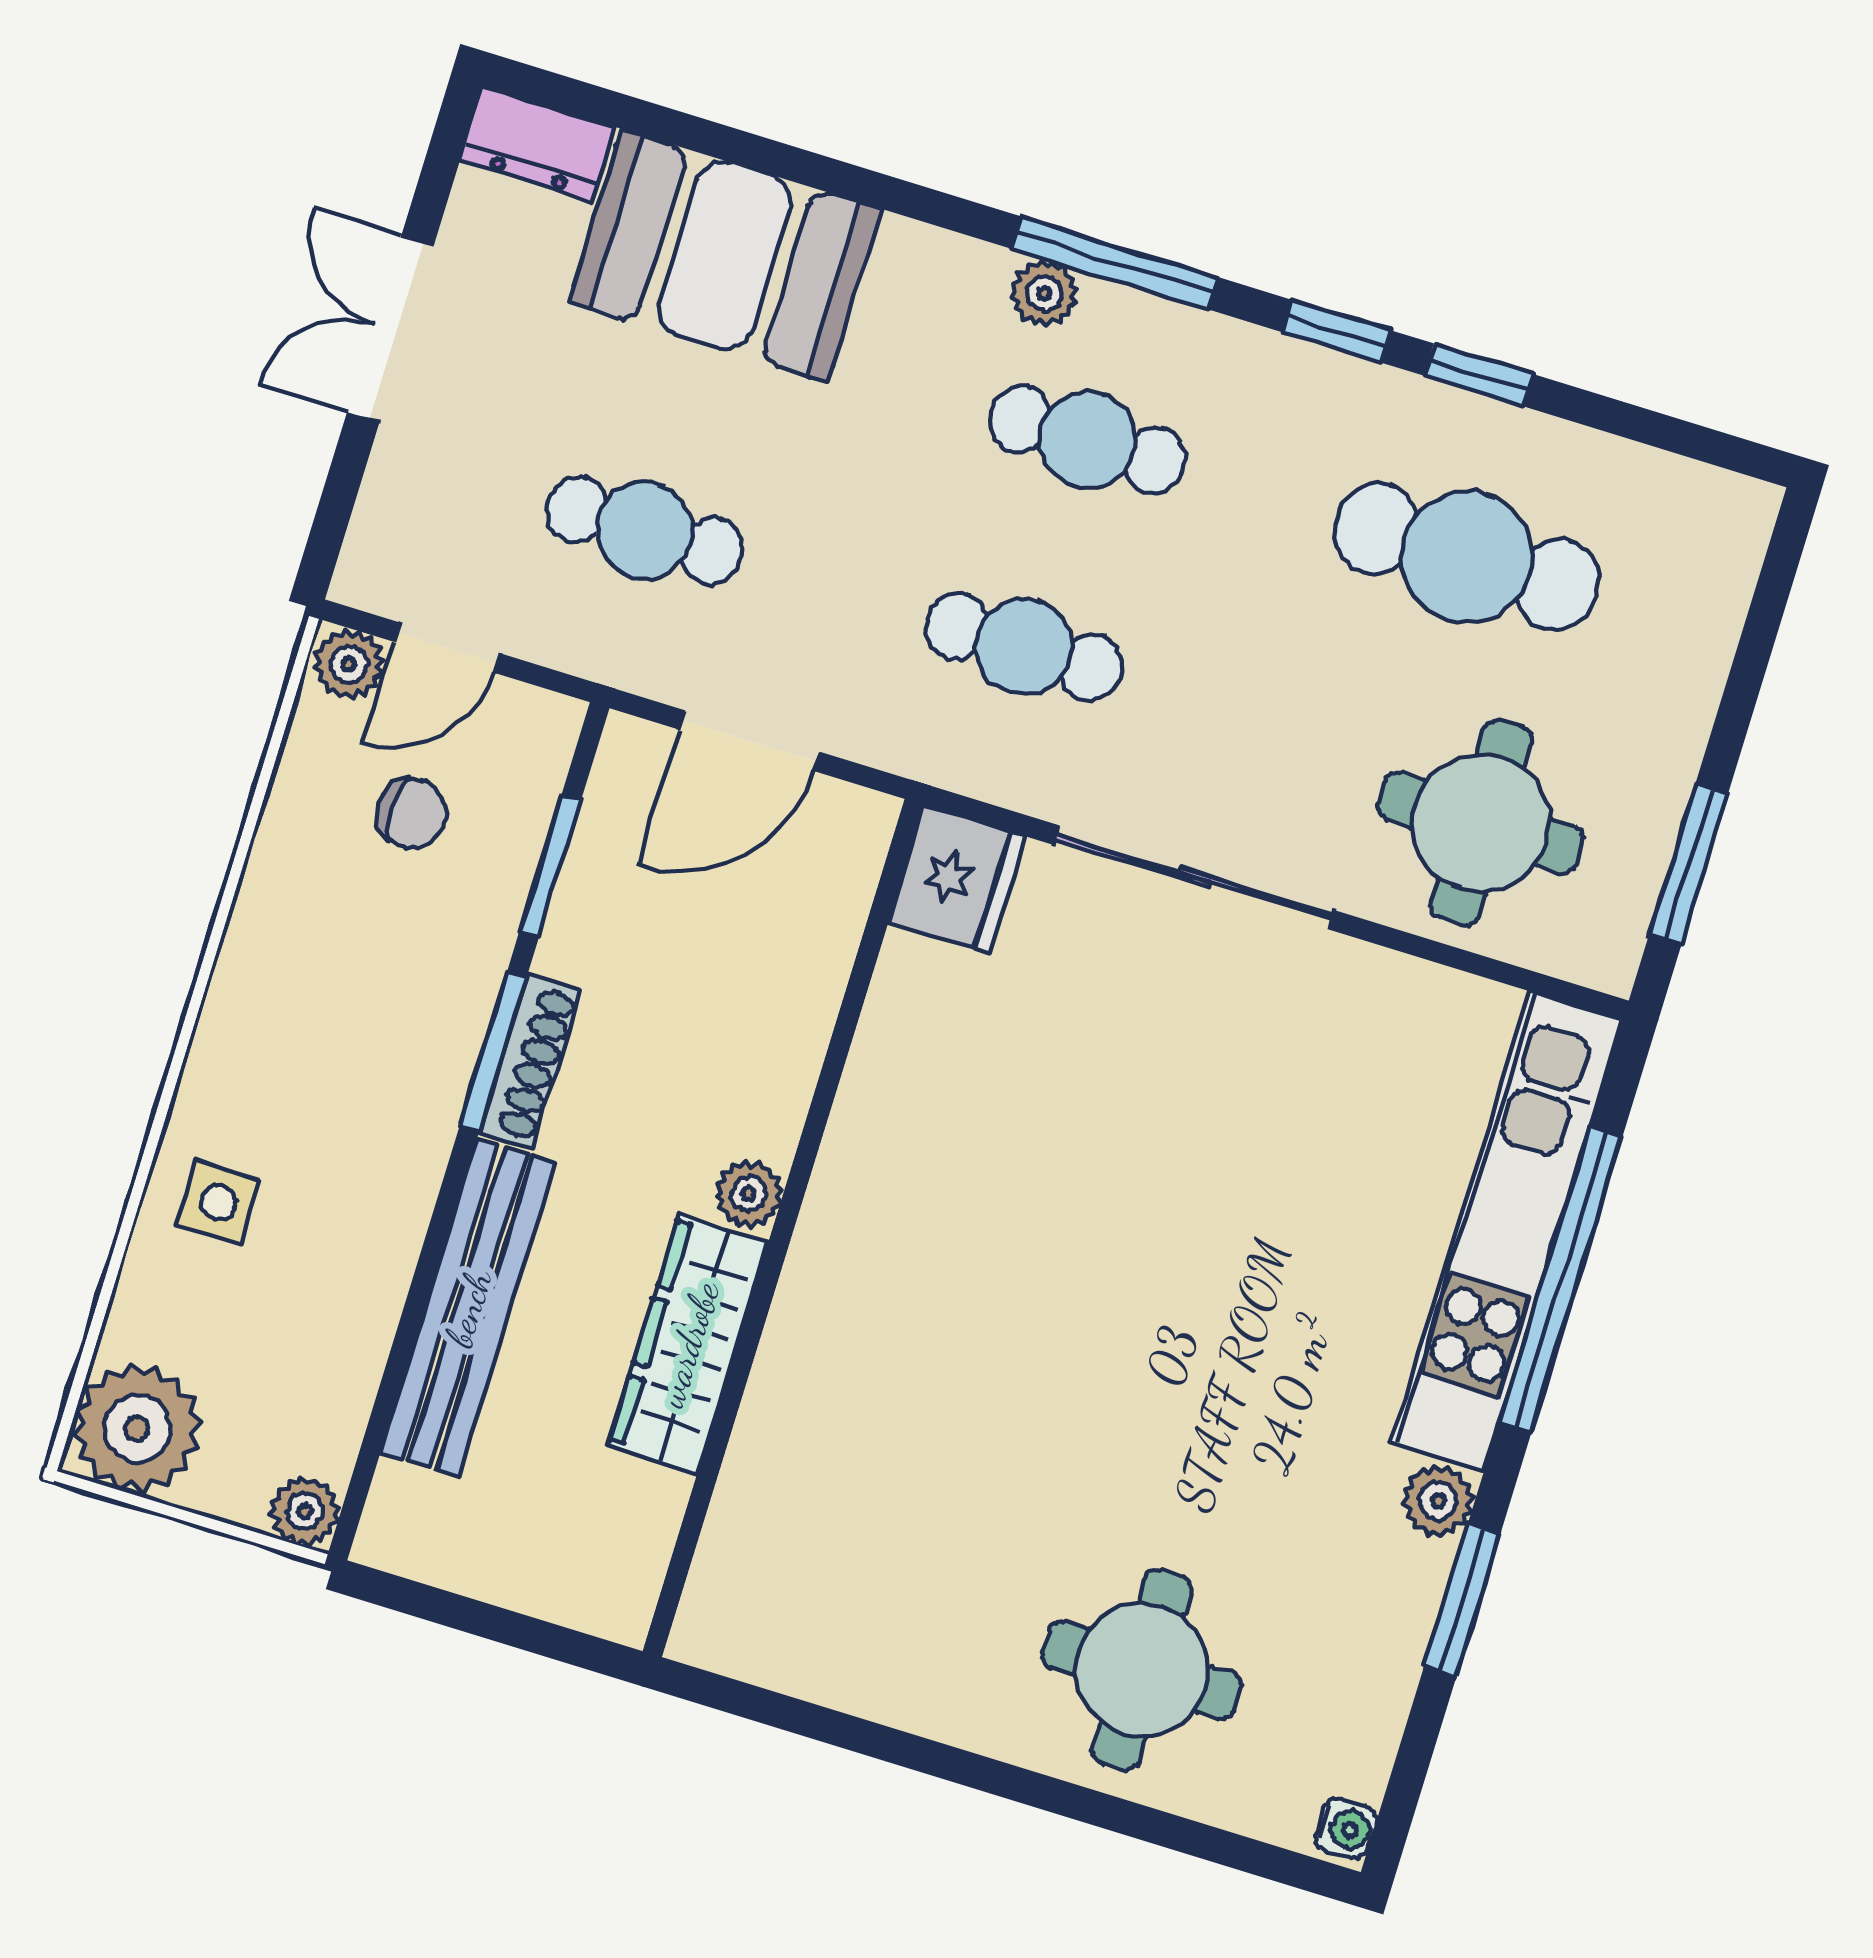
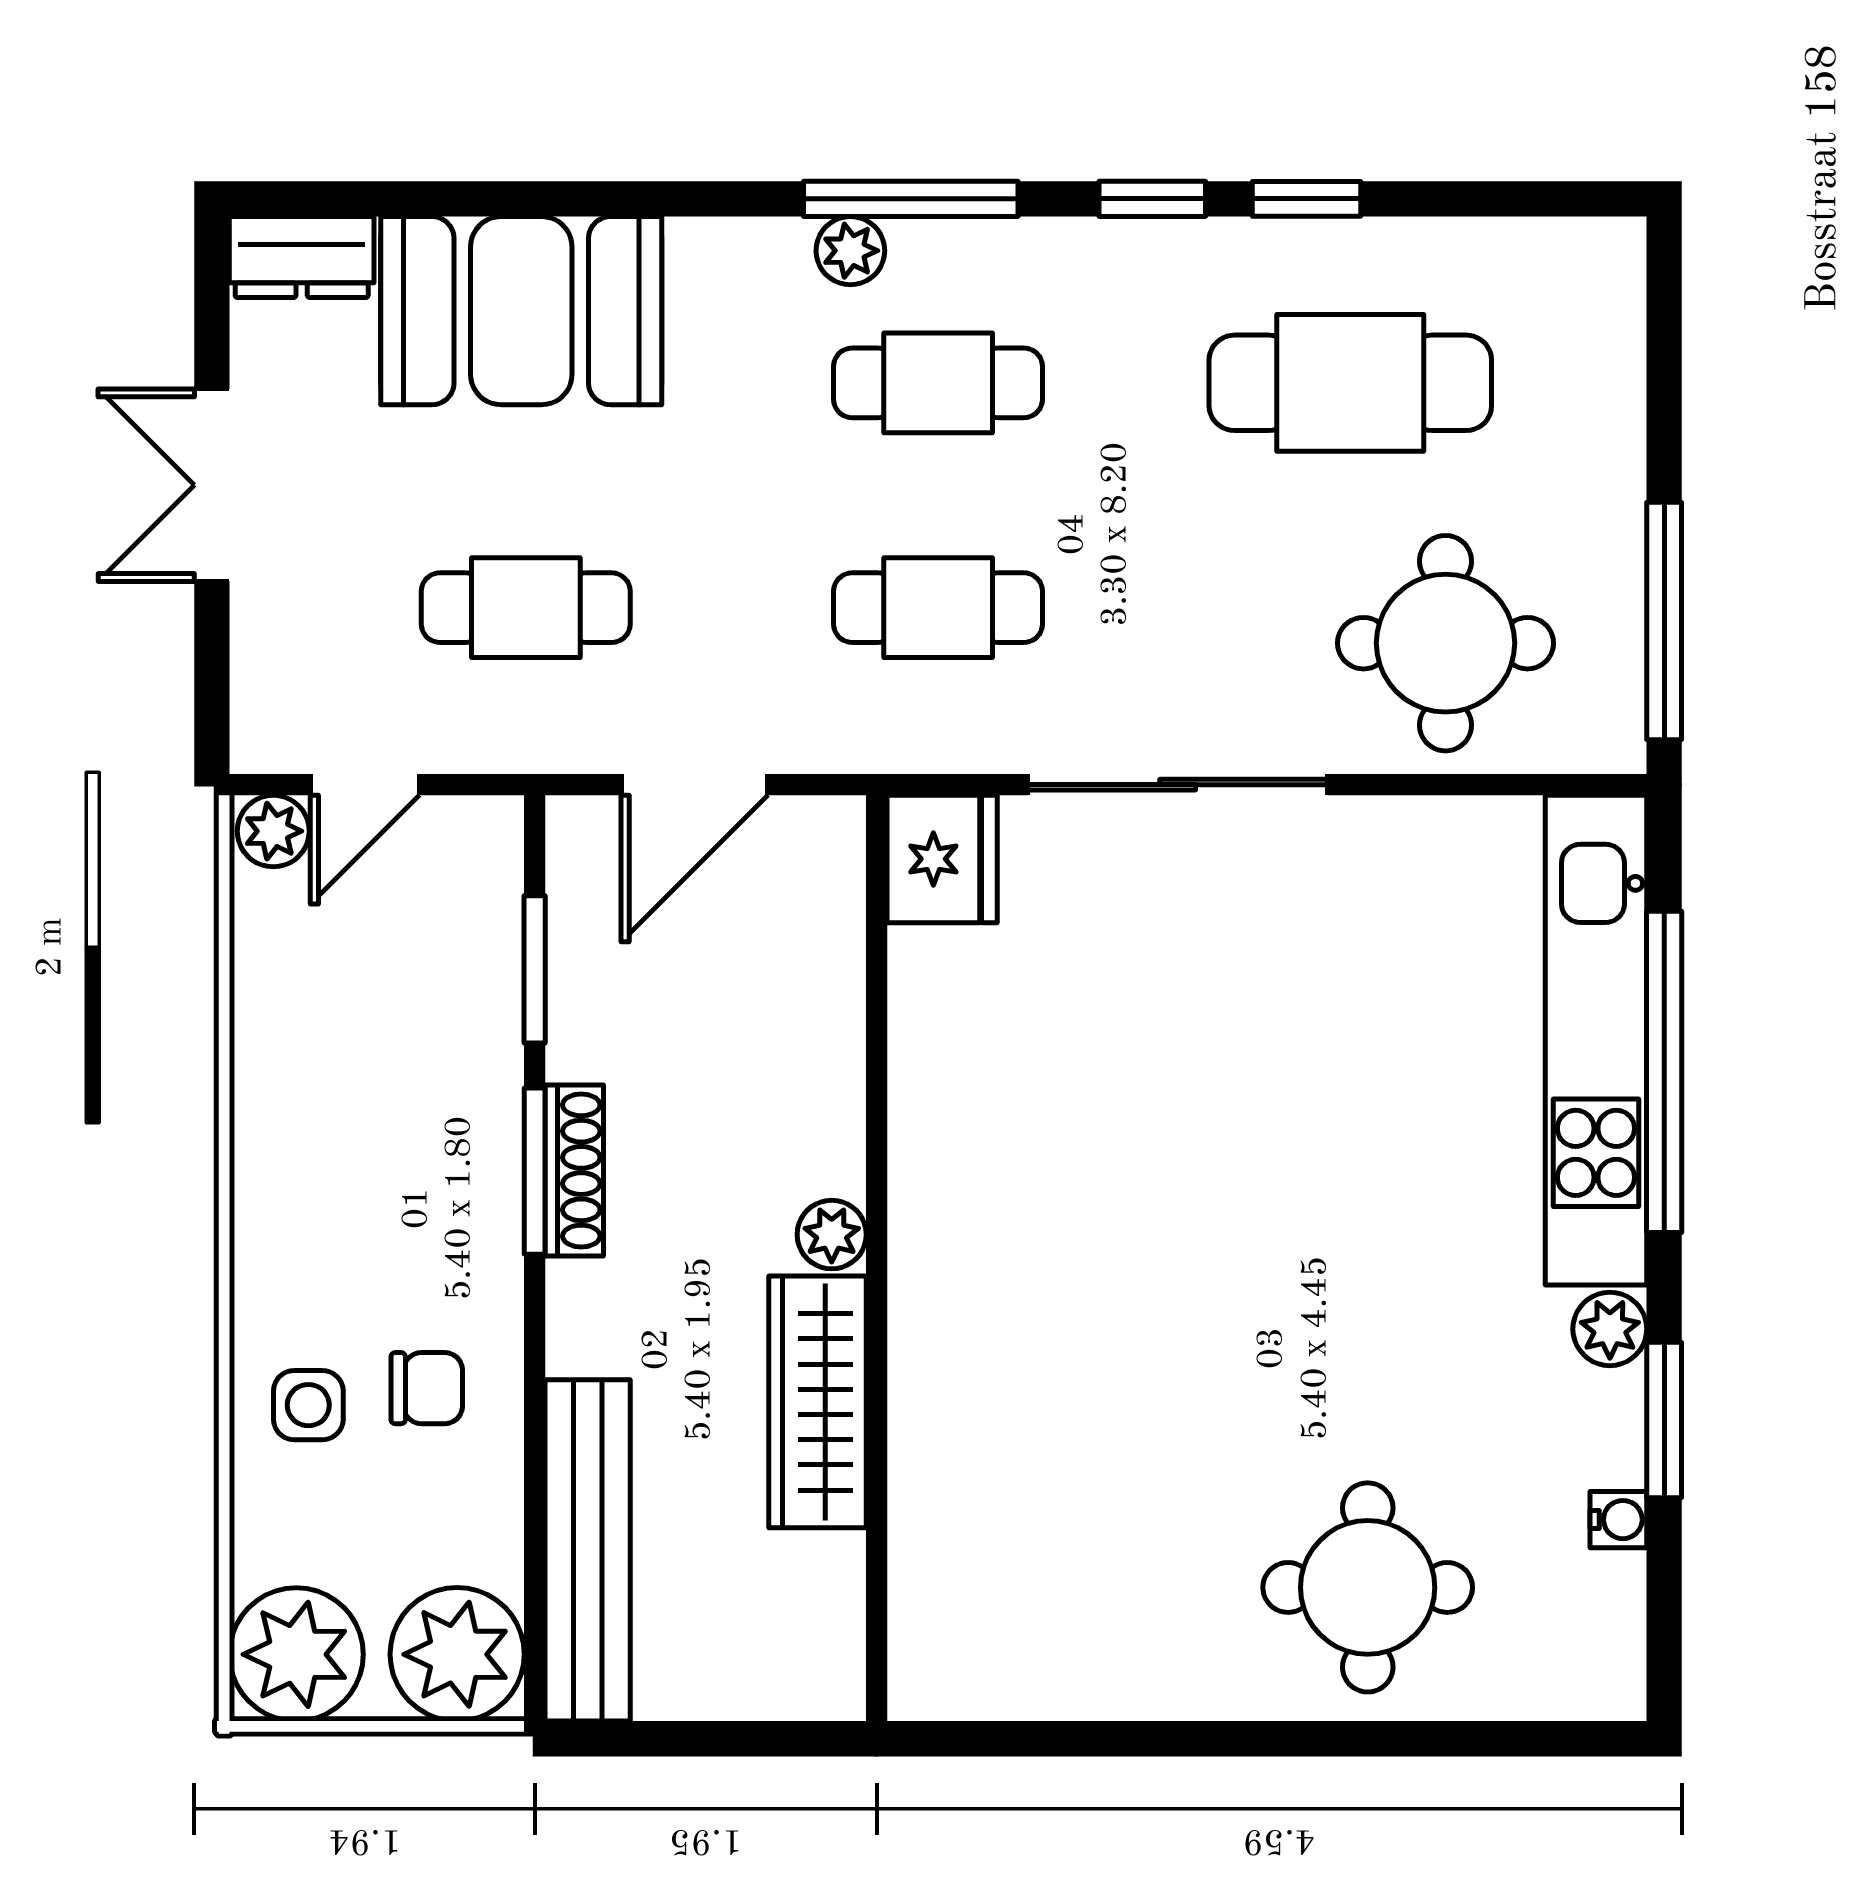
chair: (412, 813) -> (427, 1388), moved
window: (1688, 865) -> (1664, 621), width x1.44
bench: (468, 1308) -> (588, 1550), moved
plant: (305, 1511) -> (457, 1654), width x1.88, depth x1.88
water cooler: (1346, 1829) -> (1618, 1520), moved

